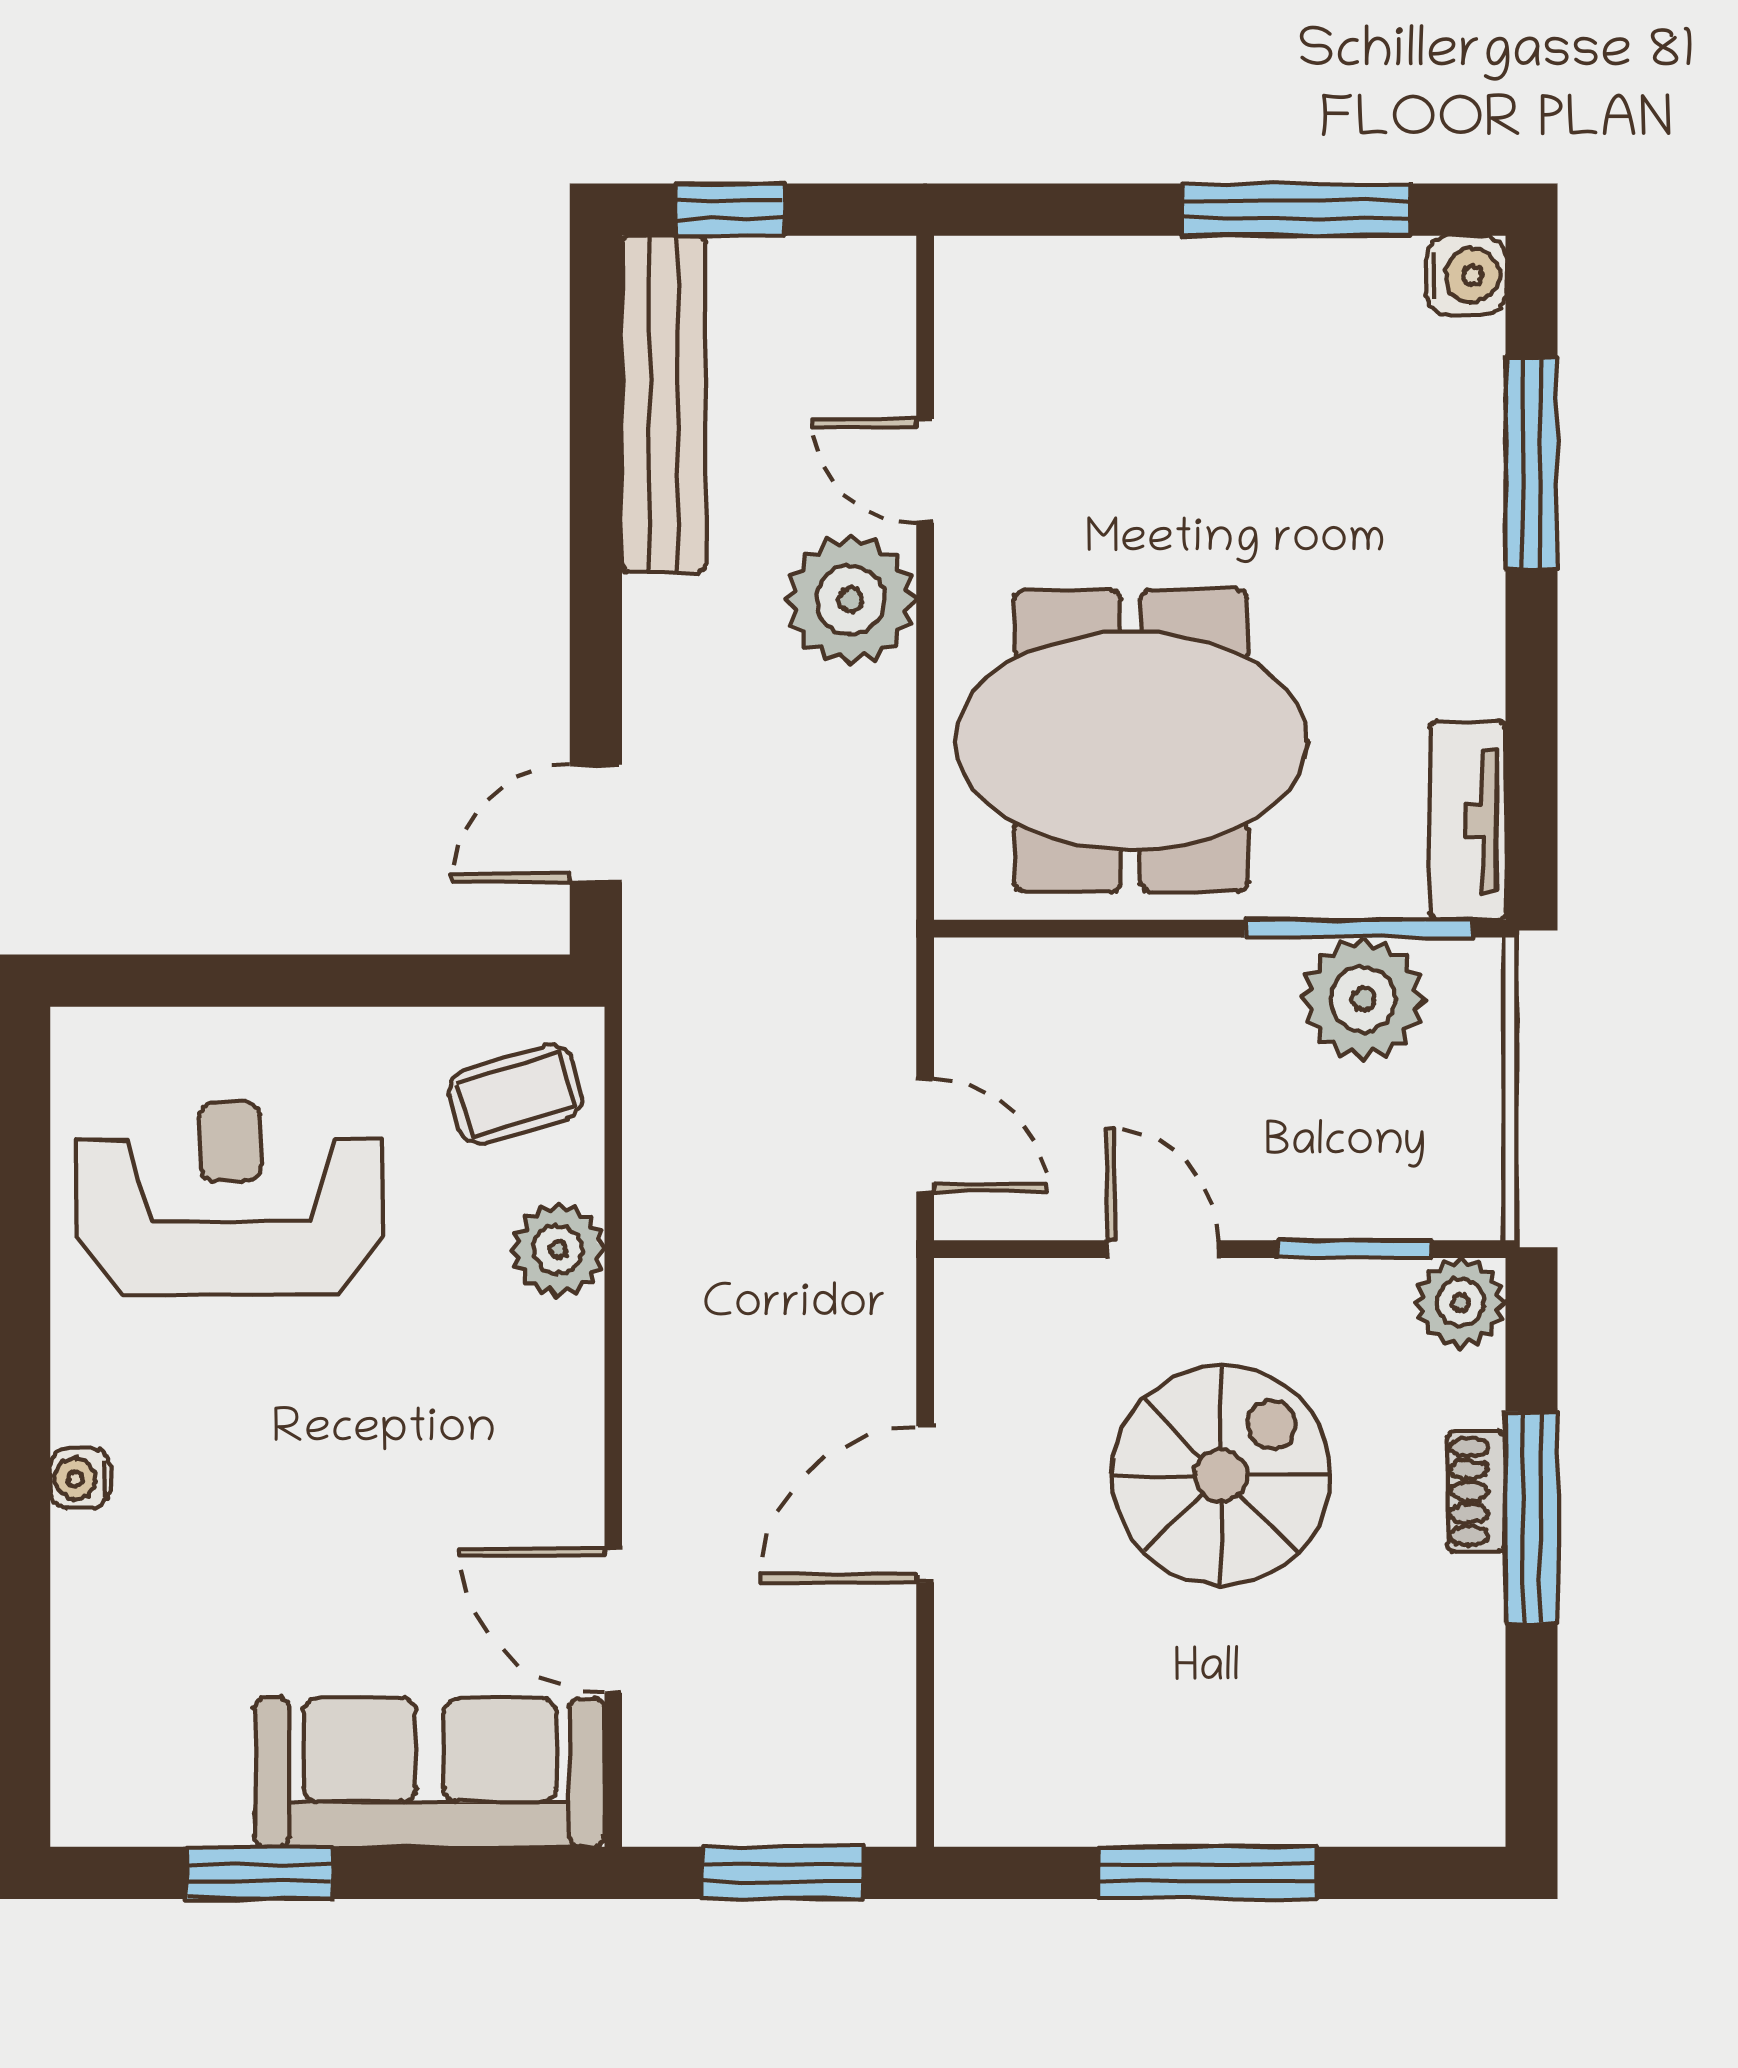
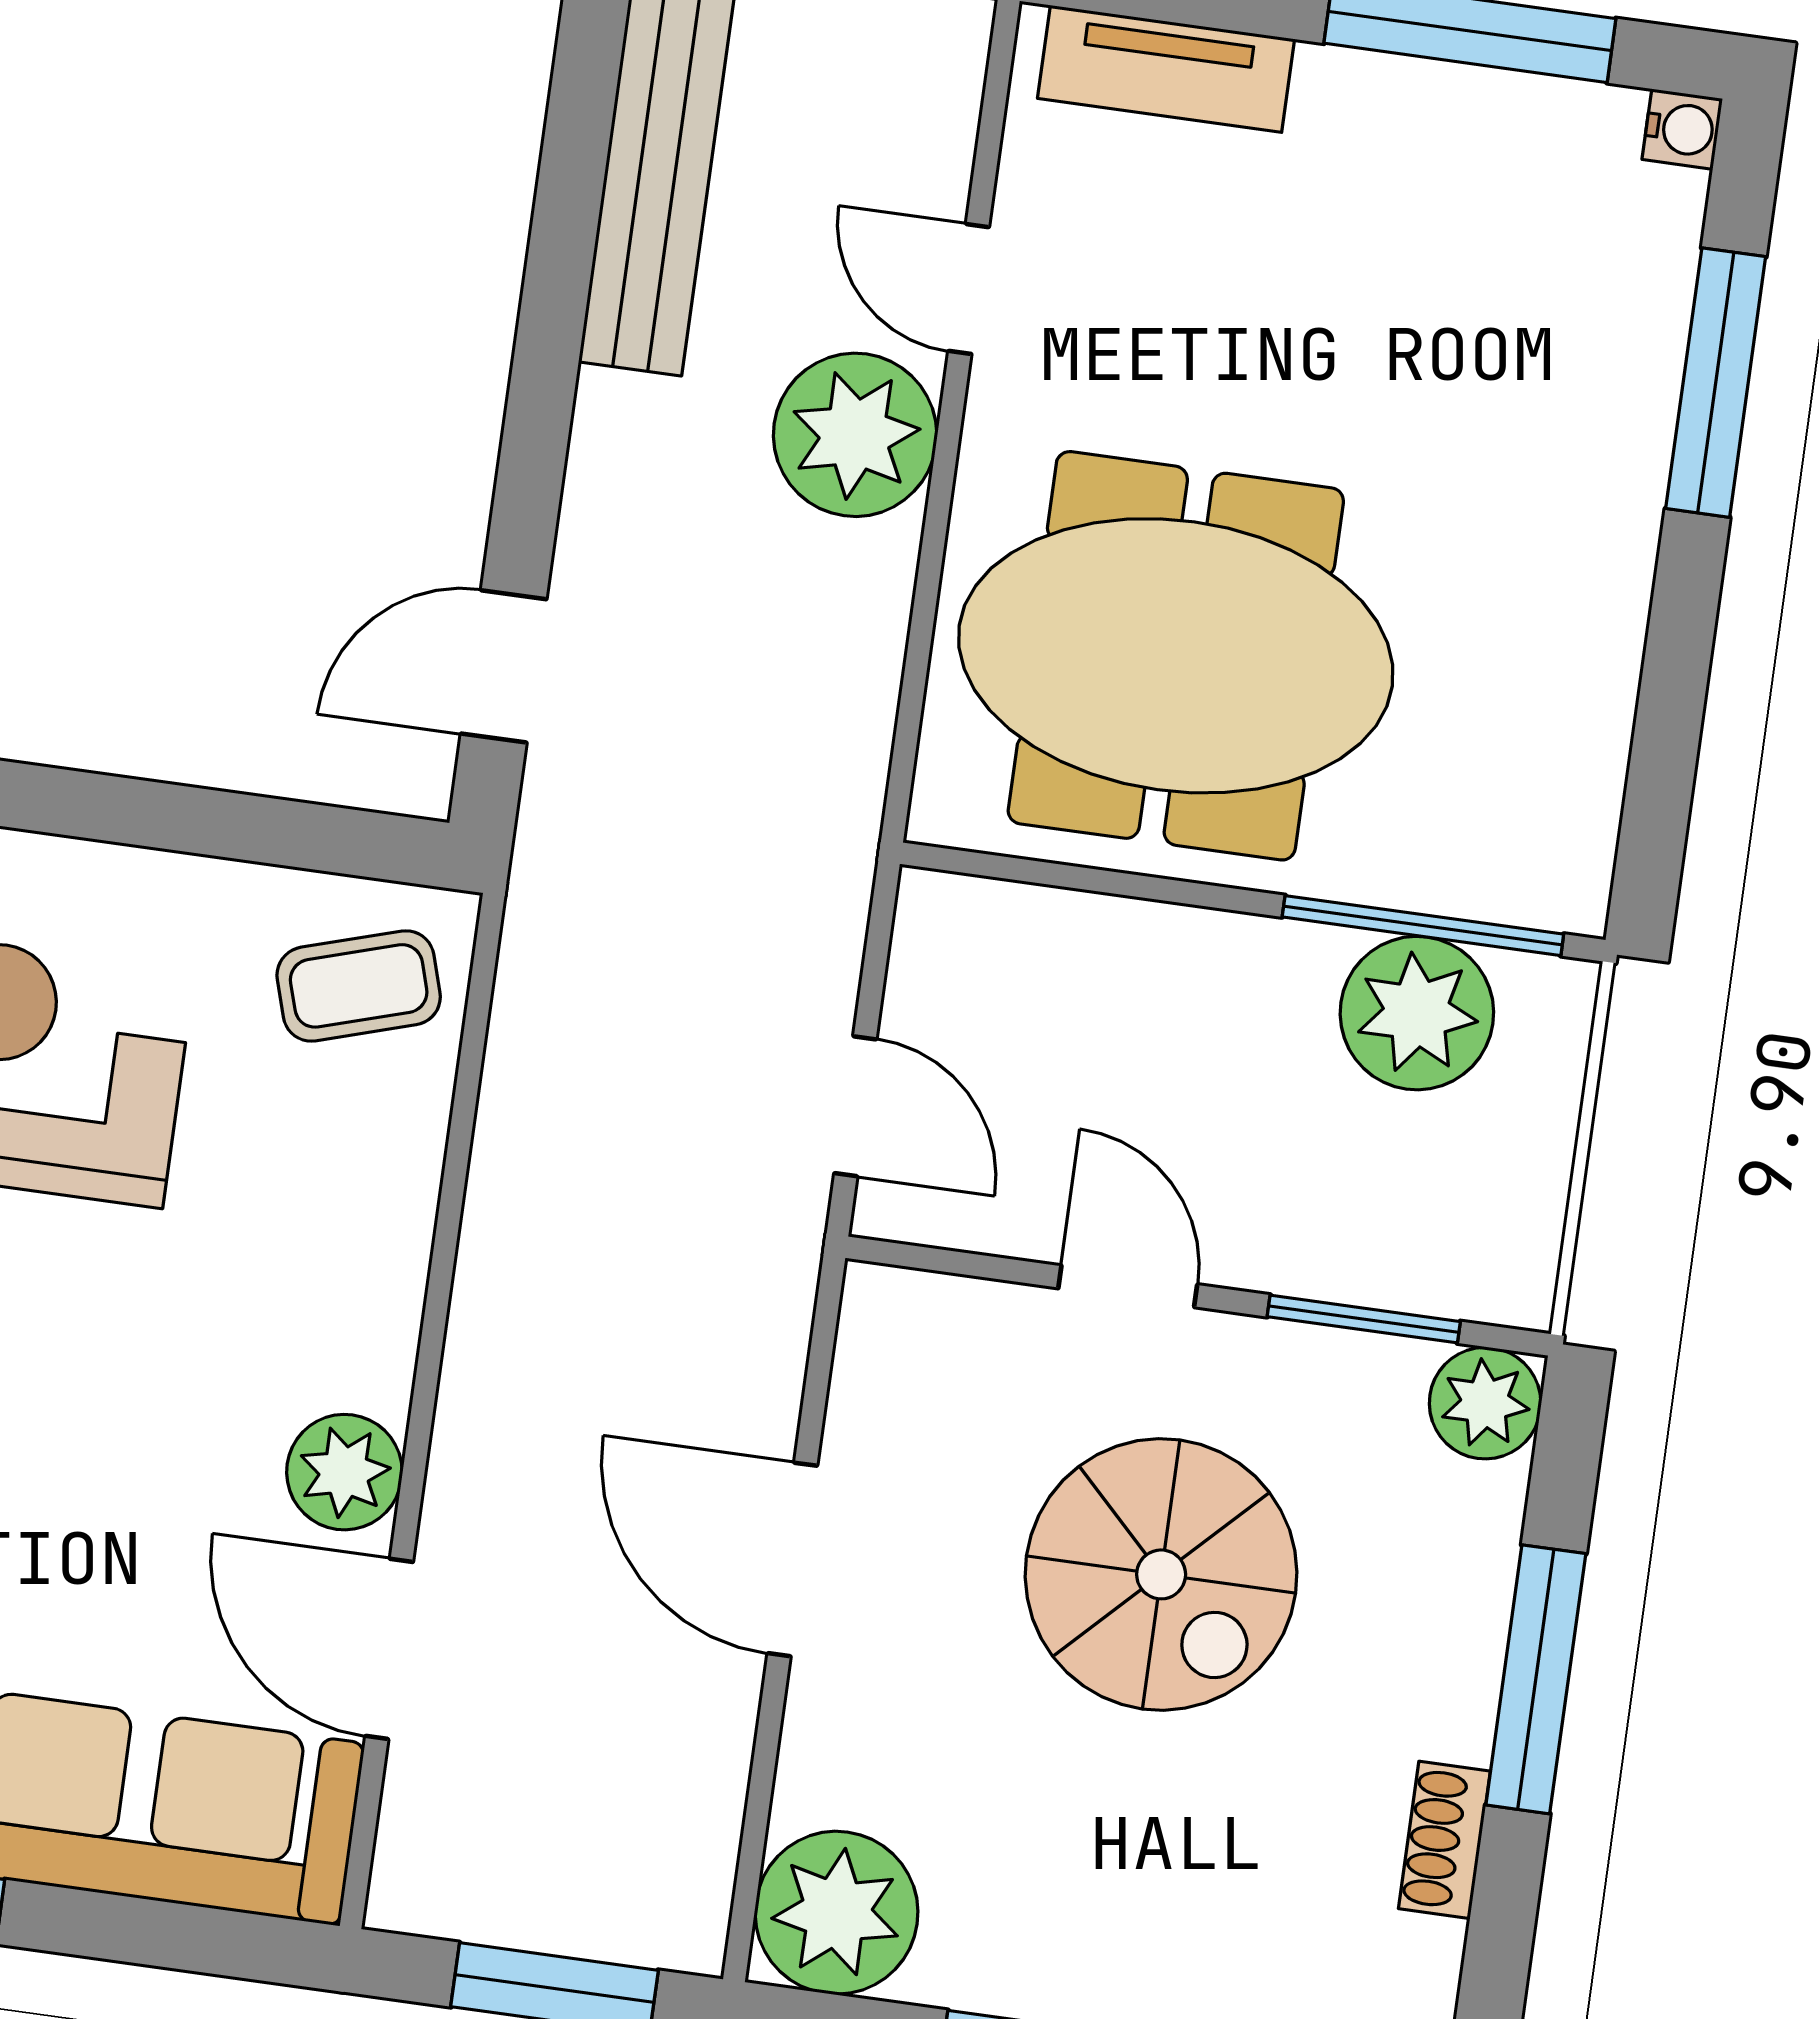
water cooler: (1466, 275) -> (1682, 129), width x0.72, depth x0.72
tv unit: (1468, 821) -> (1166, 69), moved, turned -90
plant: (558, 1250) -> (344, 1472), moved
spiral stairs: (1221, 1475) -> (1161, 1574), turned 90
shoe rack: (1476, 1491) -> (1444, 1840), moved
door: (925, 1504) -> (792, 1559), hinge flipped
plant: (999, 1781) -> (837, 1913), added

